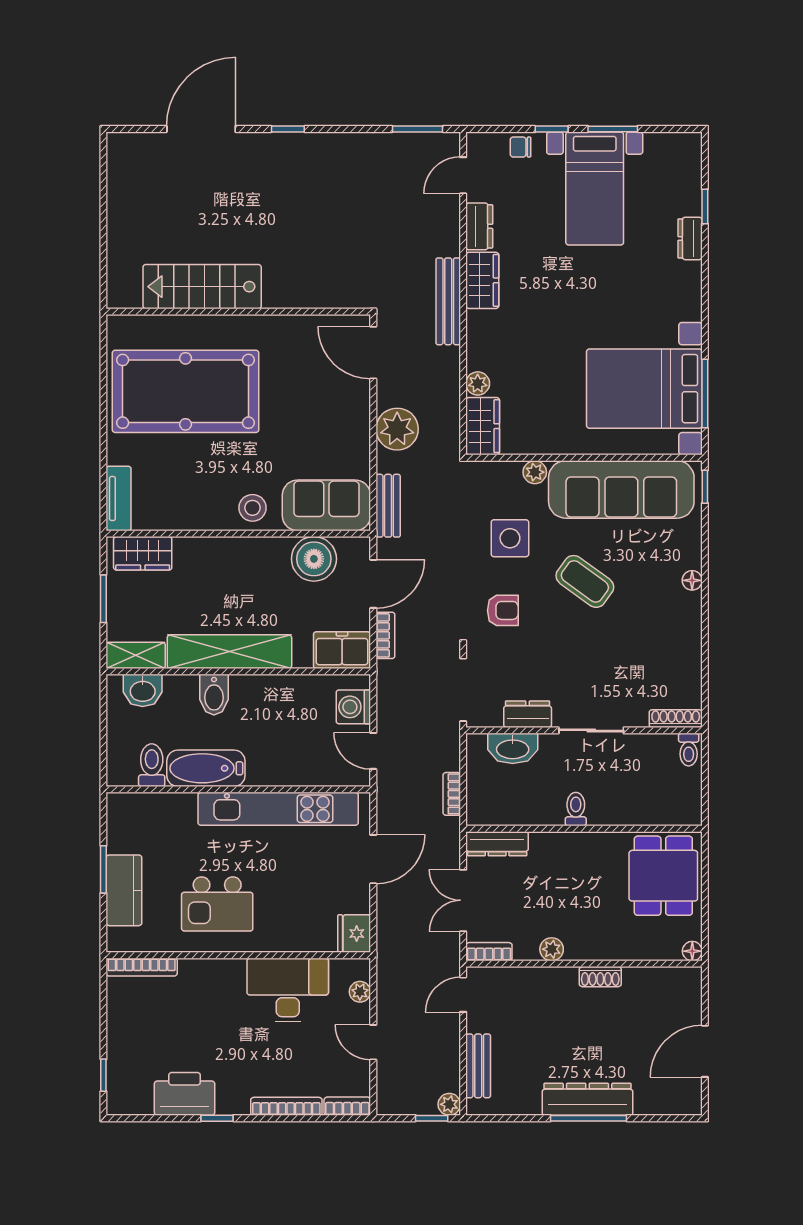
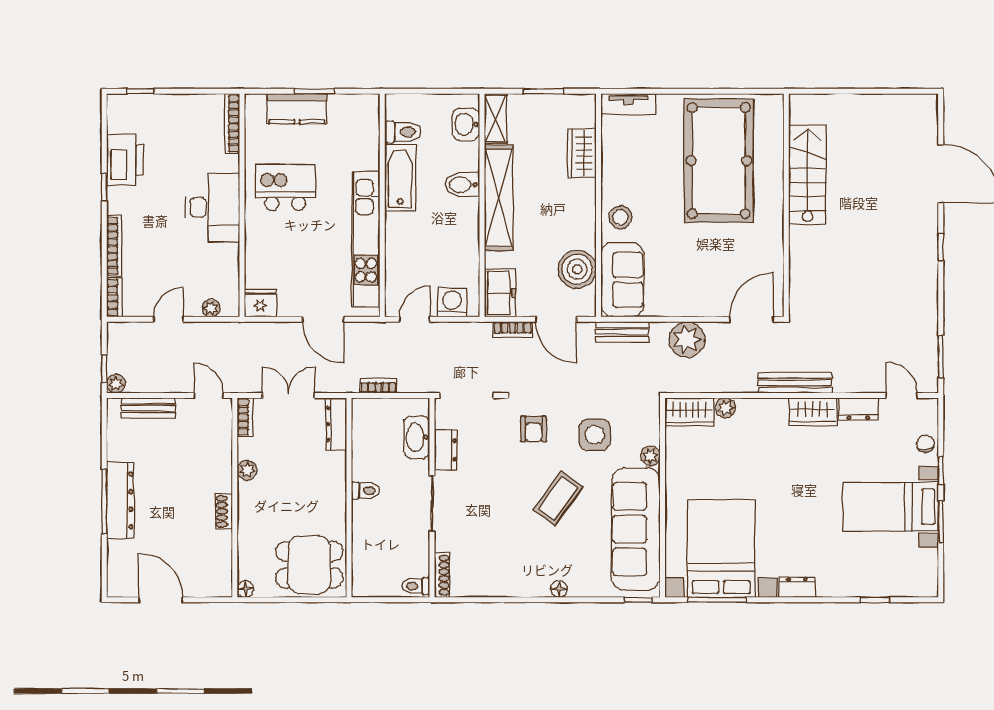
dresser: (690, 238) -> (797, 587), moved
wardrobe: (143, 553) -> (582, 153), moved
kitchen island: (217, 904) -> (285, 187), turned 90
desk: (288, 990) -> (213, 207), moved

